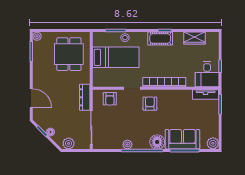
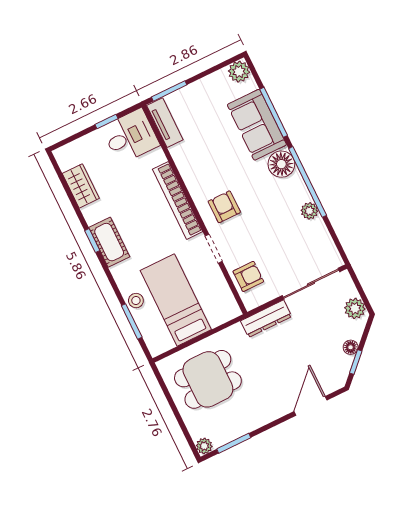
armchair: (150, 104) -> (224, 207), turned 90

